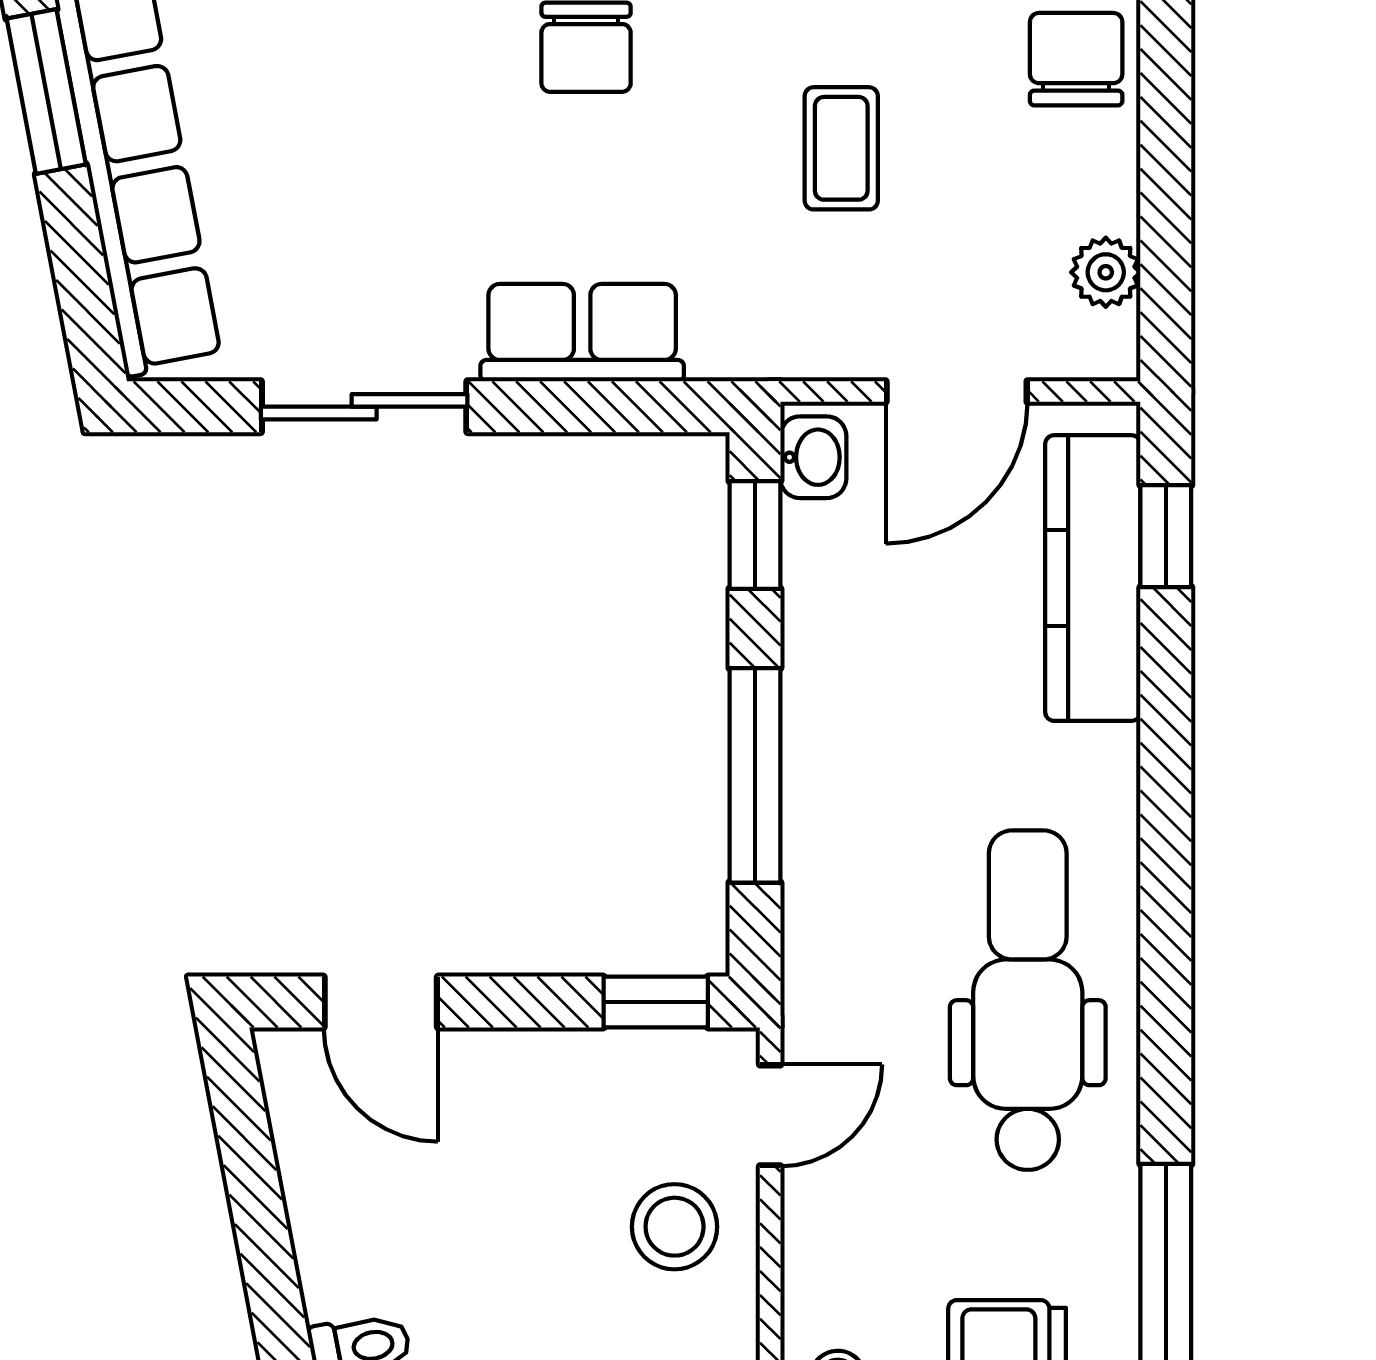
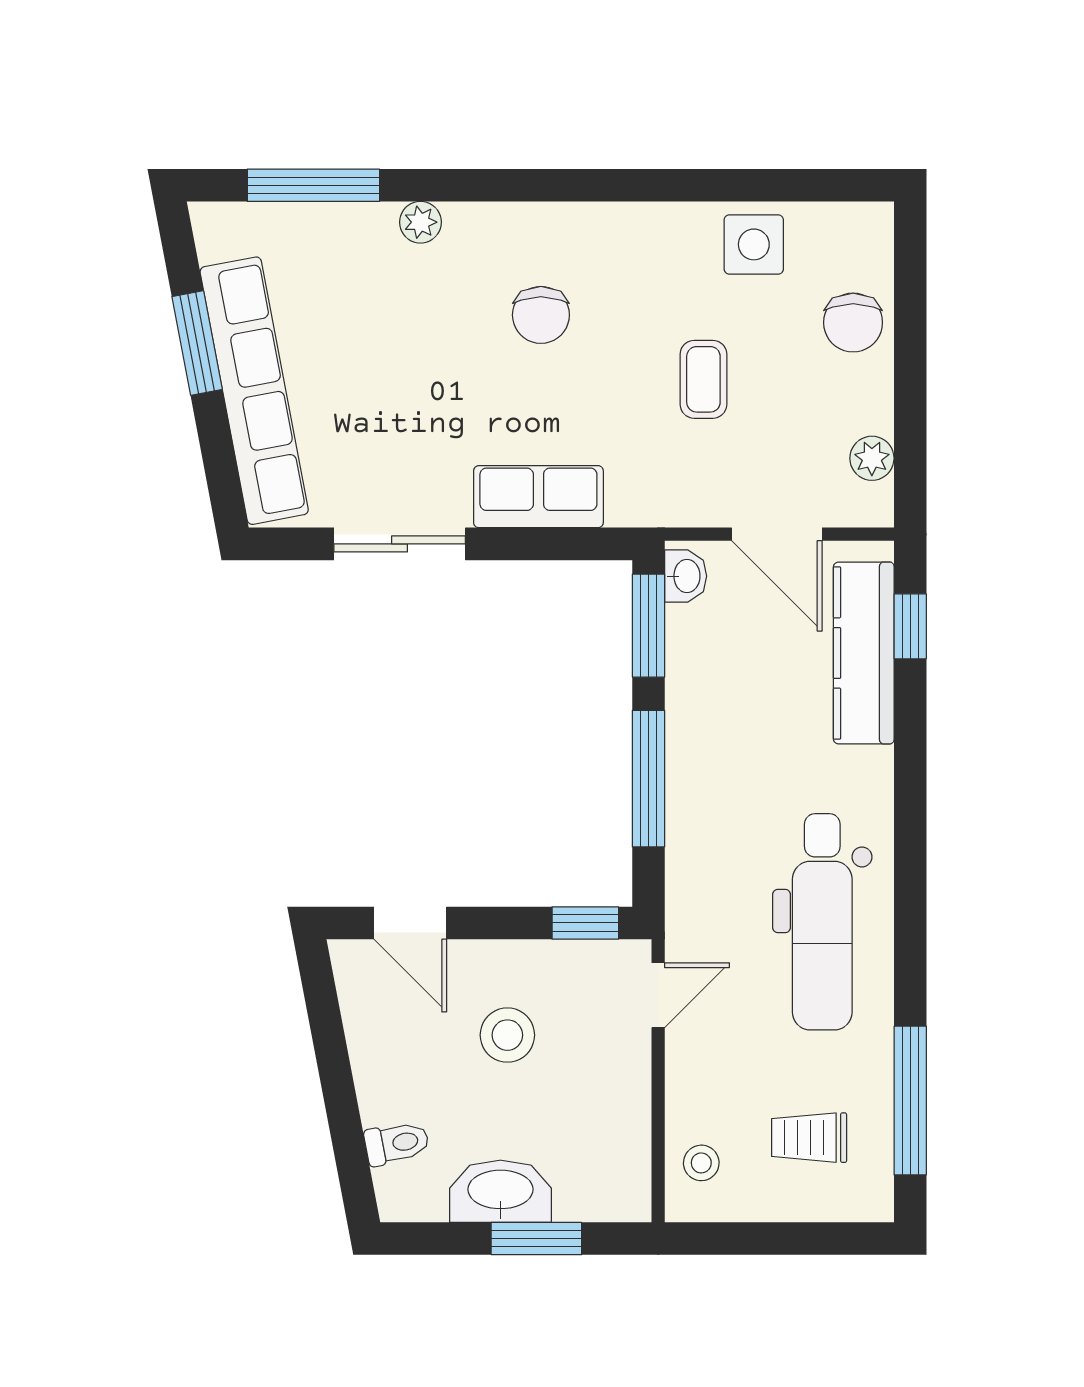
chair: (1076, 59) -> (853, 323), turned 180
door: (957, 392) -> (777, 534), hinge flipped
window: (755, 535) -> (648, 626), width x1.50
dental chair: (1028, 1000) -> (822, 922), turned 180
stool: (675, 1227) -> (507, 1035), moved

